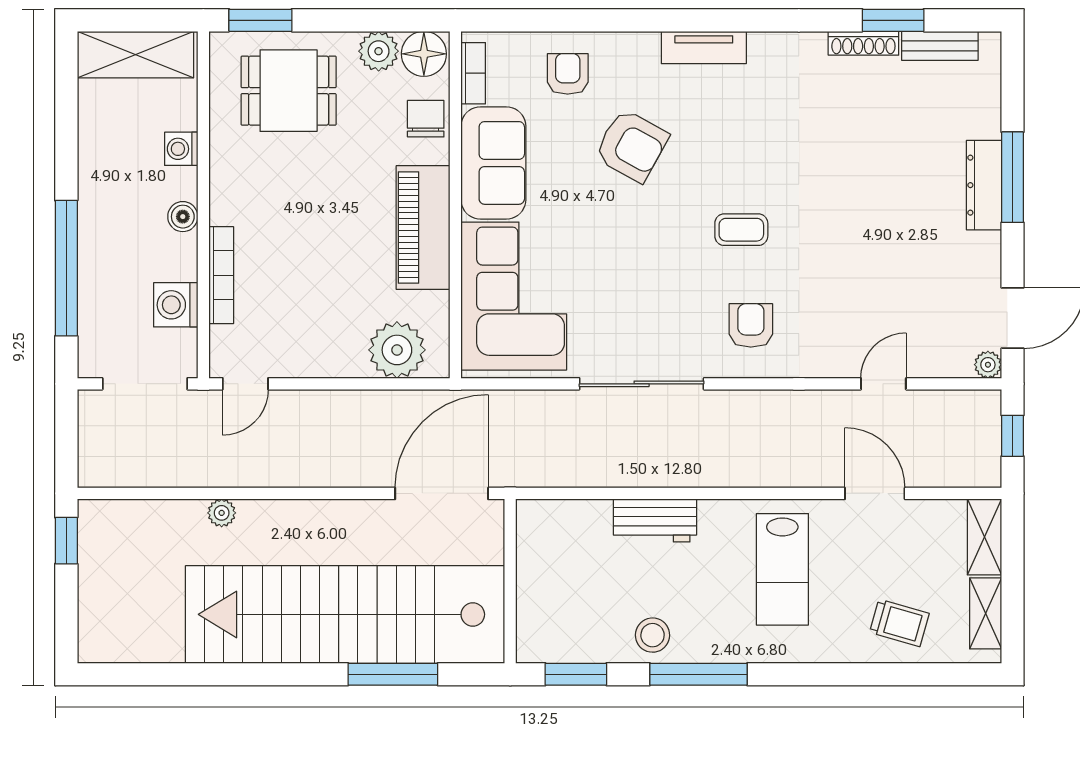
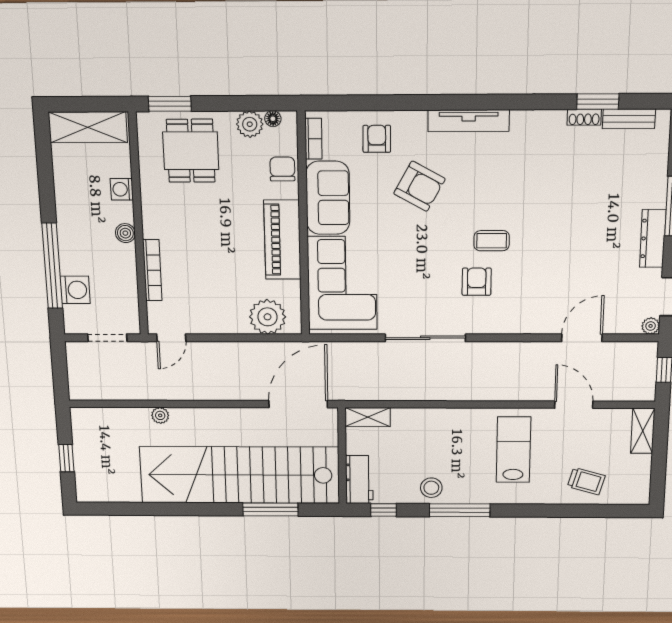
shoe rack: (863, 43) -> (584, 117), width x0.70
tv unit: (704, 47) -> (469, 121), width x1.41
floor lamp: (424, 54) -> (273, 119), width x0.53, depth x0.53
dining table: (289, 91) -> (191, 151), turned 90
dresser: (984, 185) -> (653, 238), moved
washing machine: (176, 305) -> (75, 290), moved, turned 180
armchair: (751, 325) -> (477, 282), moved
doorway: (145, 384) -> (107, 338), width x0.73
door: (883, 384) -> (582, 338), width x1.38
workbench: (655, 520) -> (359, 480), moved, turned -90
window: (66, 541) -> (66, 458), moved
lab bench: (782, 569) -> (513, 450), turned 180
shelving: (986, 613) -> (368, 417), moved, turned 90
window: (576, 674) -> (384, 510), width x0.67

